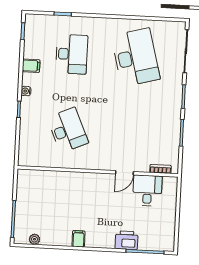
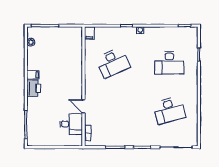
desk: (136, 57) -> (169, 110), width x0.73, depth x0.77
filing cabinet: (31, 66) -> (89, 33), moved
printer: (127, 240) -> (34, 88), moved

